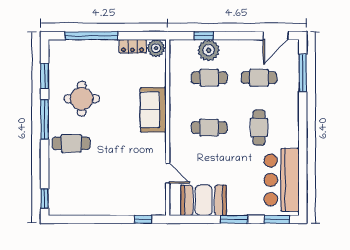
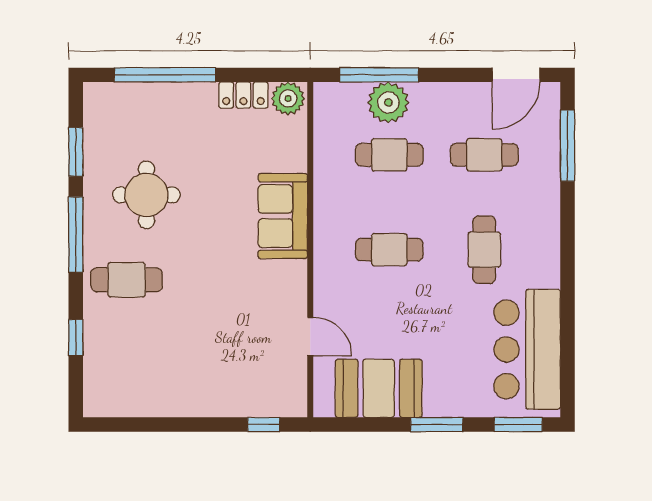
window: (204, 36) -> (379, 75), width x2.17
window: (45, 198) -> (76, 338), moved

